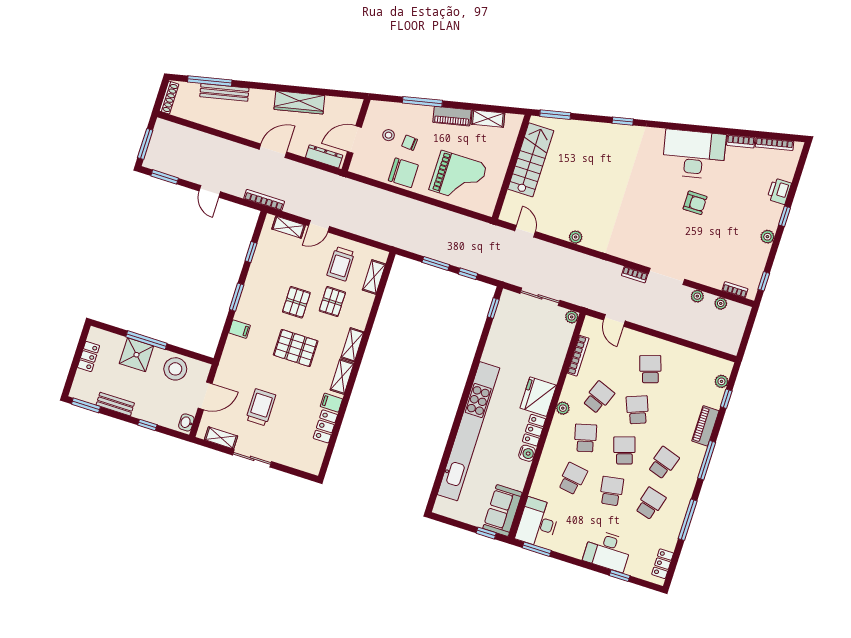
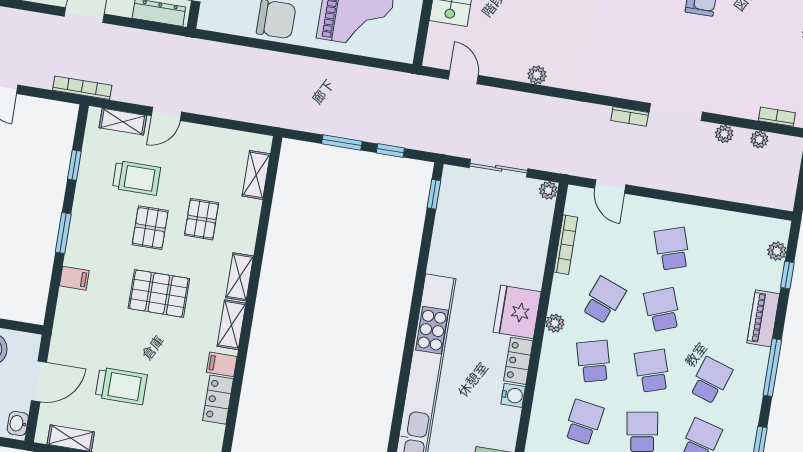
trolley: (341, 264) -> (136, 178), moved, turned -90
trolley: (261, 407) -> (121, 386), turned 90

